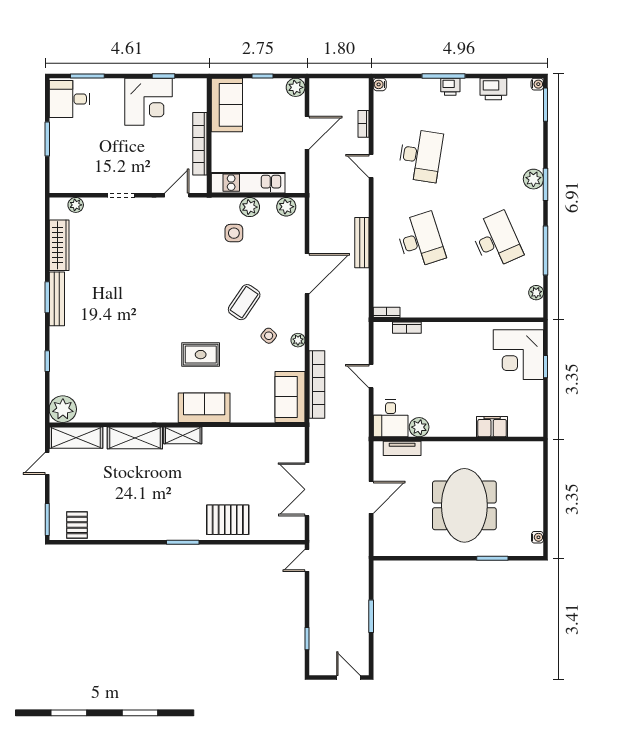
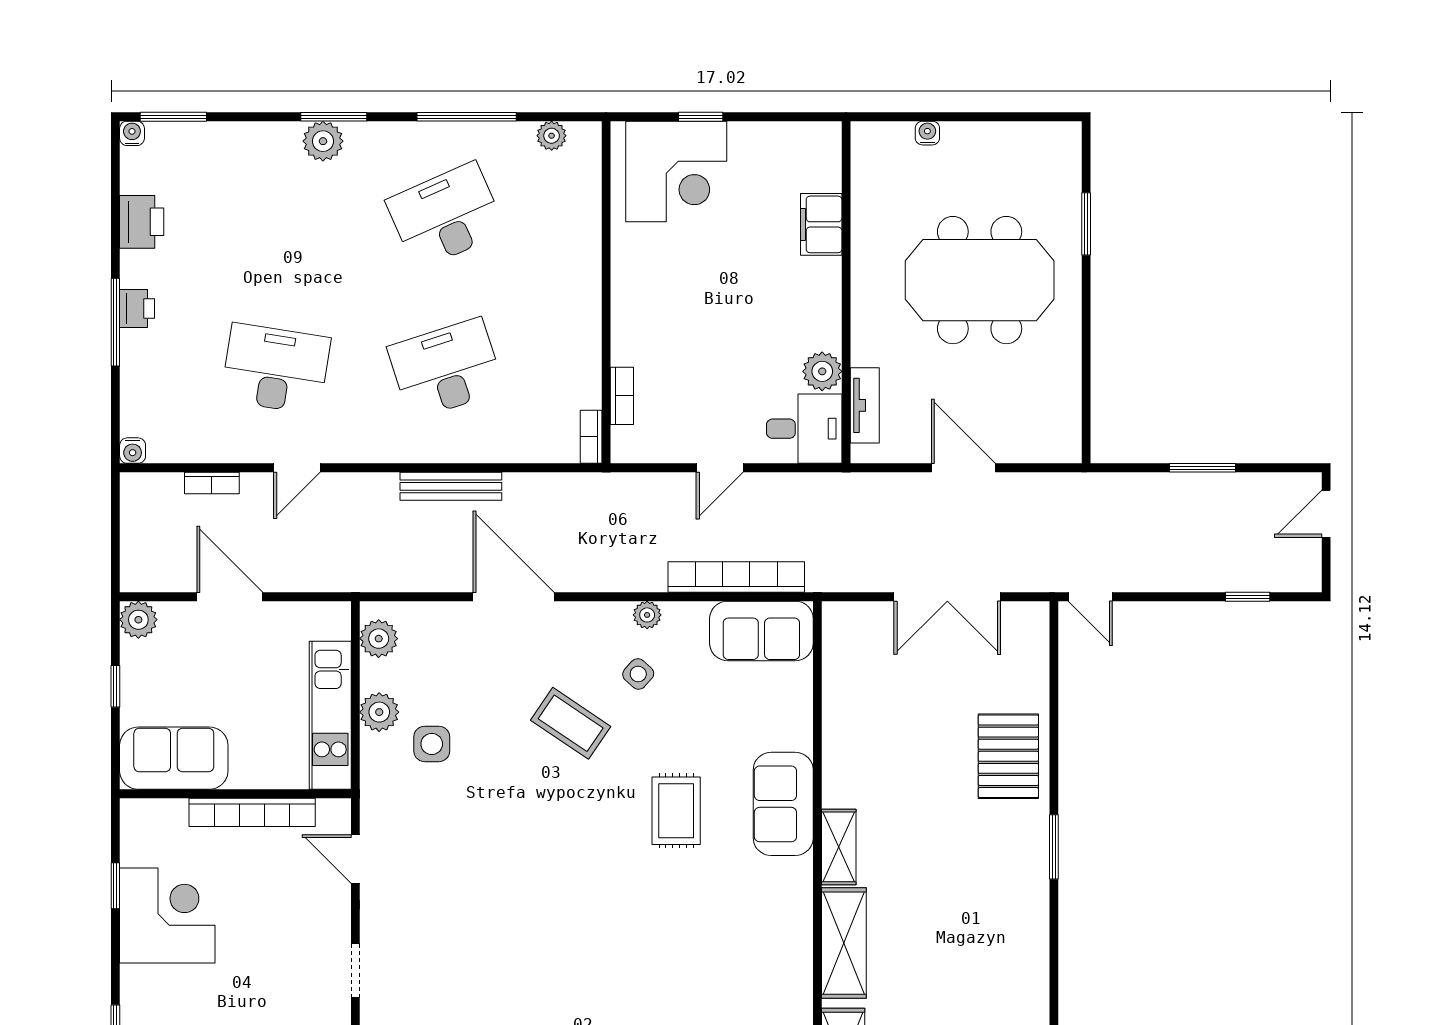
water cooler: (537, 537) -> (927, 133), moved

